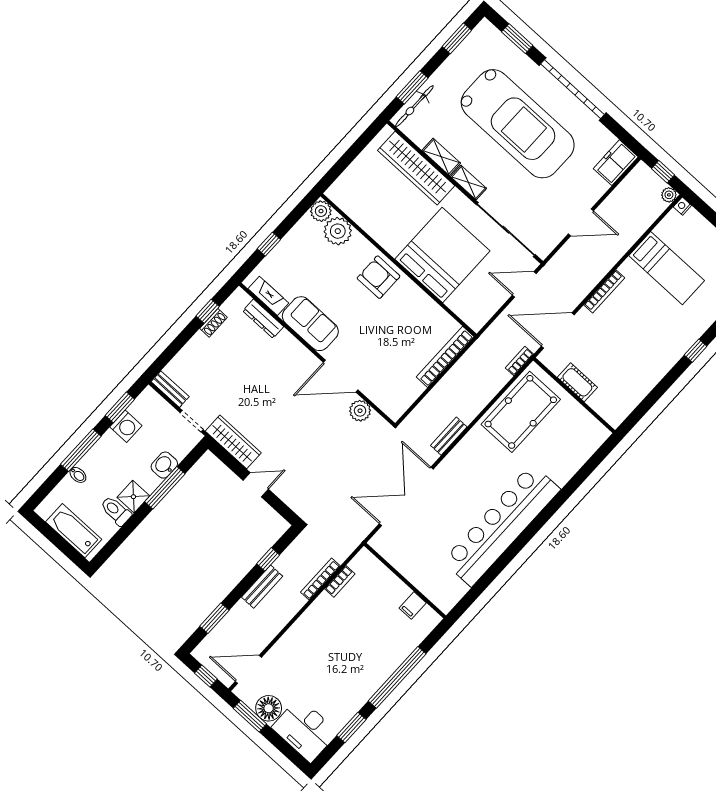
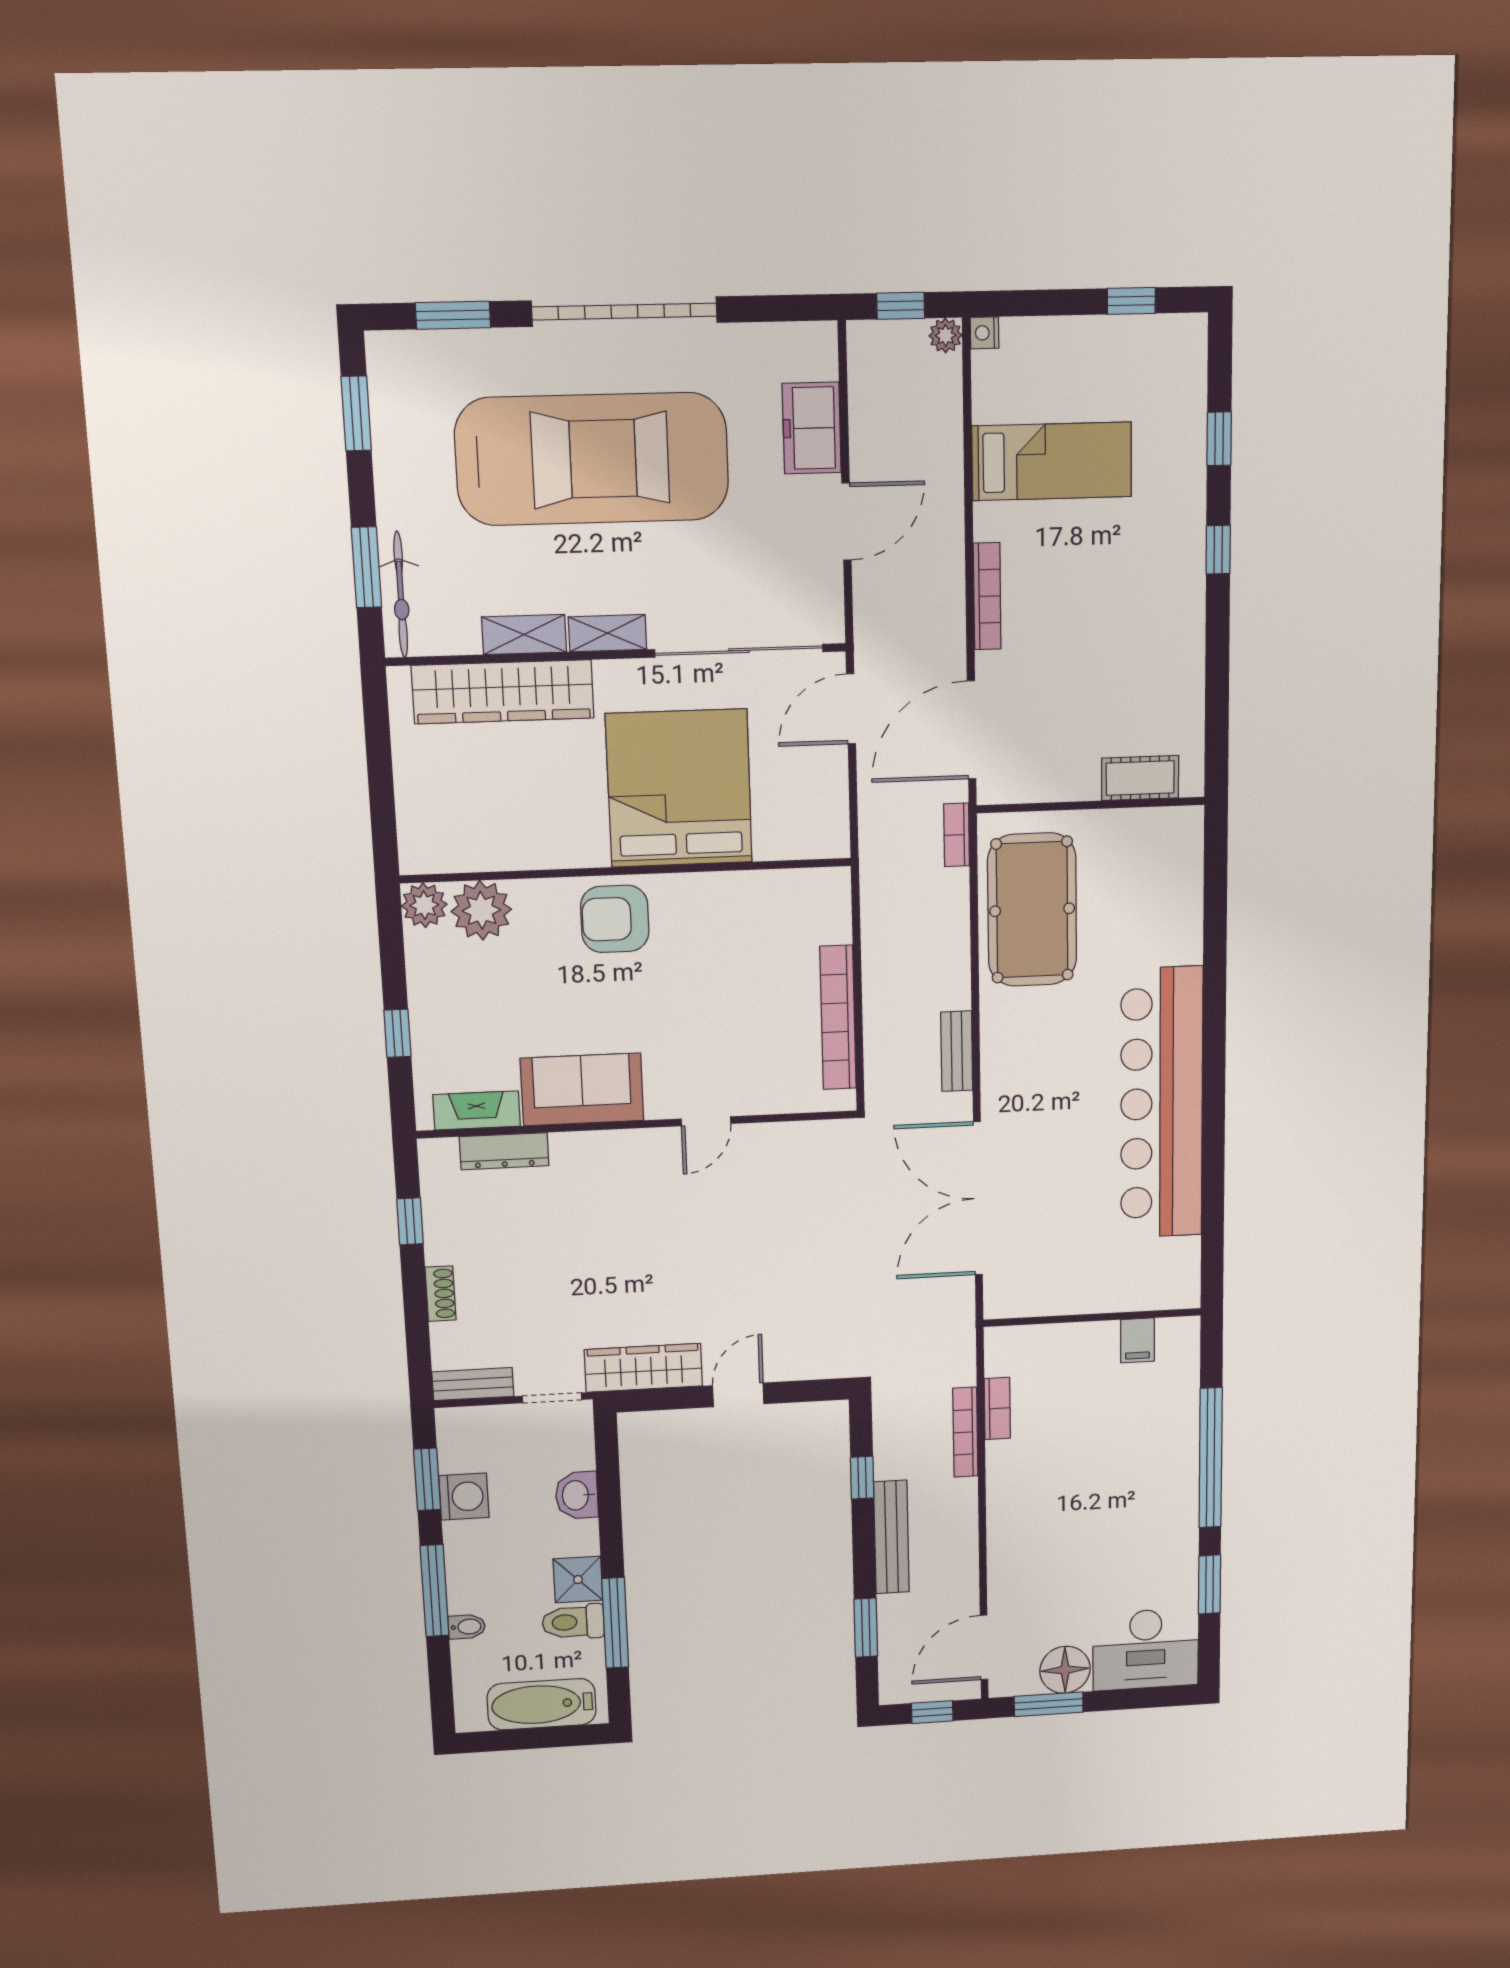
freezer: (616, 163) -> (812, 428), moved
shoe rack: (214, 323) -> (441, 1294), moved
bookcase: (445, 357) -> (838, 1018), moved
door: (341, 376) -> (706, 1121), width x0.53
cot: (577, 382) -> (1140, 778), moved
plant: (360, 411) -> (786, 1143), removed
window: (165, 488) -> (615, 1623), moved
bench: (262, 587) -> (891, 1537), width x1.36

